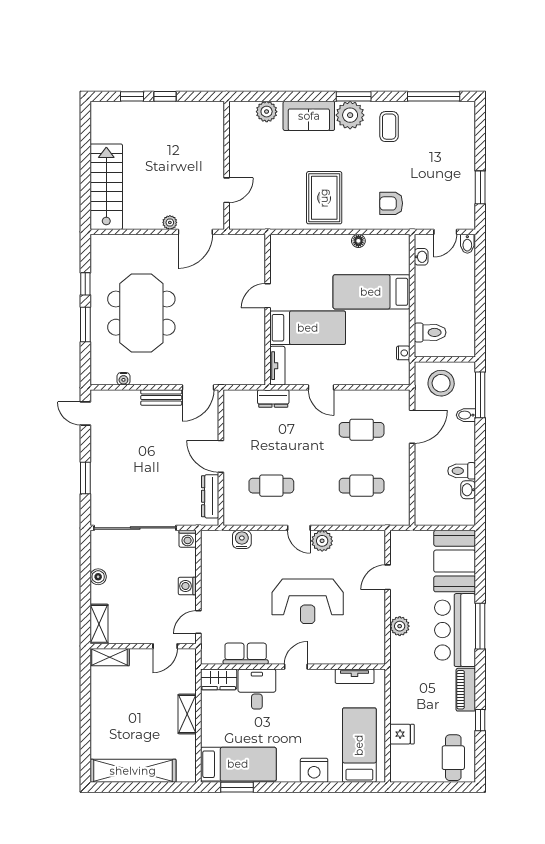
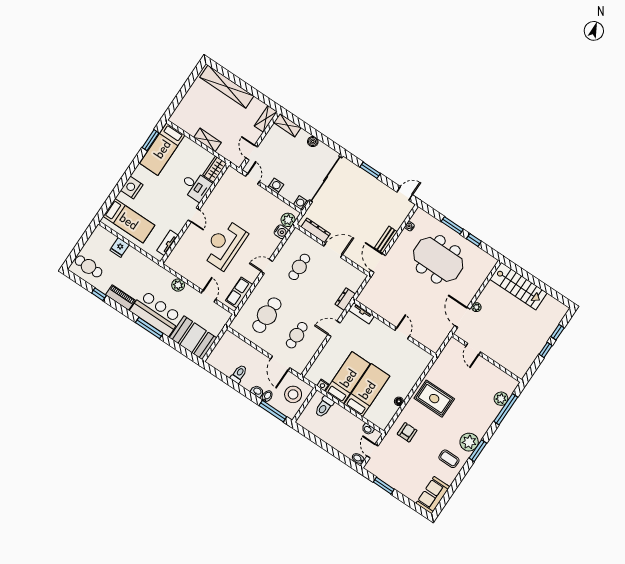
window: (434, 96) -> (506, 409), moved
sofa: (309, 116) -> (433, 495), moved
bed: (308, 328) -> (348, 378), moved, turned 180
cafe table: (362, 486) -> (267, 315), width x1.37, depth x1.35
washbasin: (468, 490) -> (257, 391), moved
plant: (322, 541) -> (288, 220), moved
row of seats: (246, 654) -> (239, 293), moved, turned 180
shelving: (133, 771) -> (227, 87), moved, turned 90

